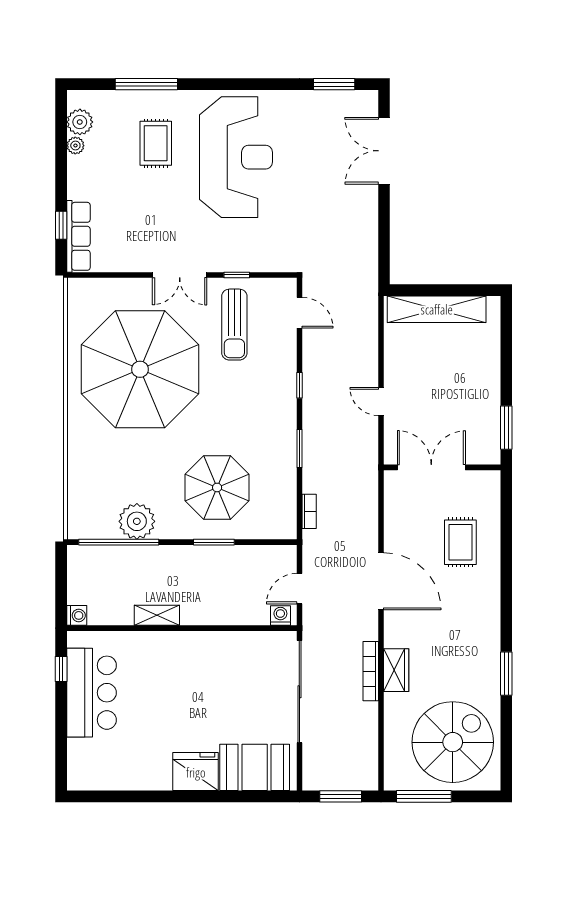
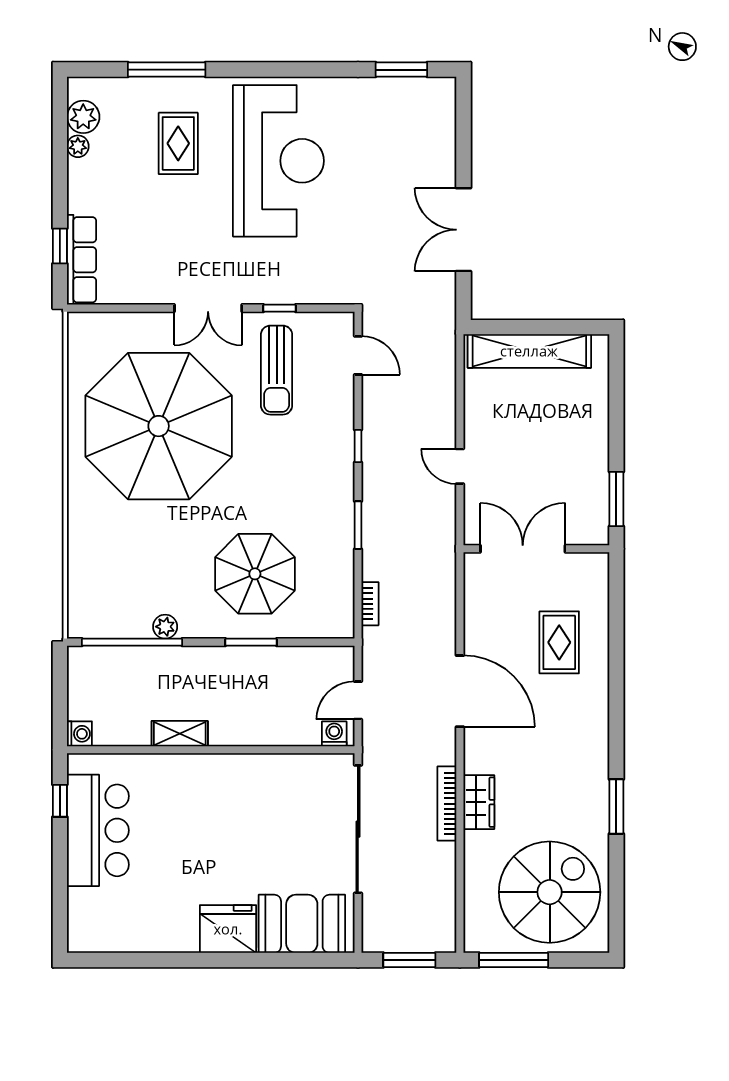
double door: (384, 151) -> (464, 230), moved
plant: (137, 521) -> (165, 627), width x0.53, depth x0.53

